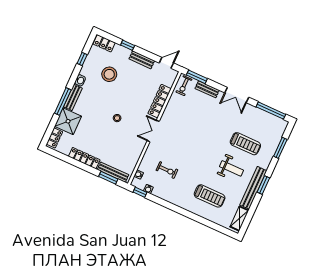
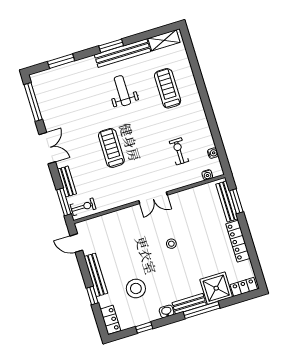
bench: (142, 60) -> (96, 275), width x1.36
locker: (160, 101) -> (119, 217), removed
treadmill: (245, 144) -> (111, 148), moved
window: (140, 192) -> (223, 158), removed

